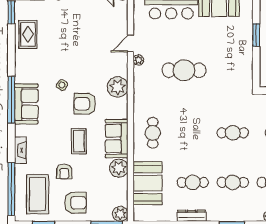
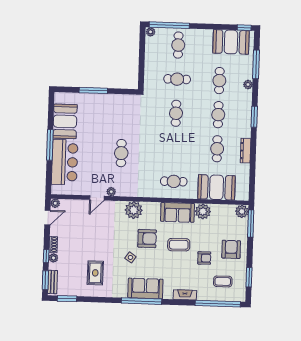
rug: (28, 34) -> (95, 273), moved, turned 90
window: (256, 35) -> (93, 90), width x1.44
door: (131, 44) -> (97, 198), hinge flipped
cafe table: (184, 70) -> (121, 153), width x0.73, depth x0.74
armchair: (85, 104) -> (147, 239), turned -90
coffee table: (38, 194) -> (223, 281), width x0.54, depth x0.58

